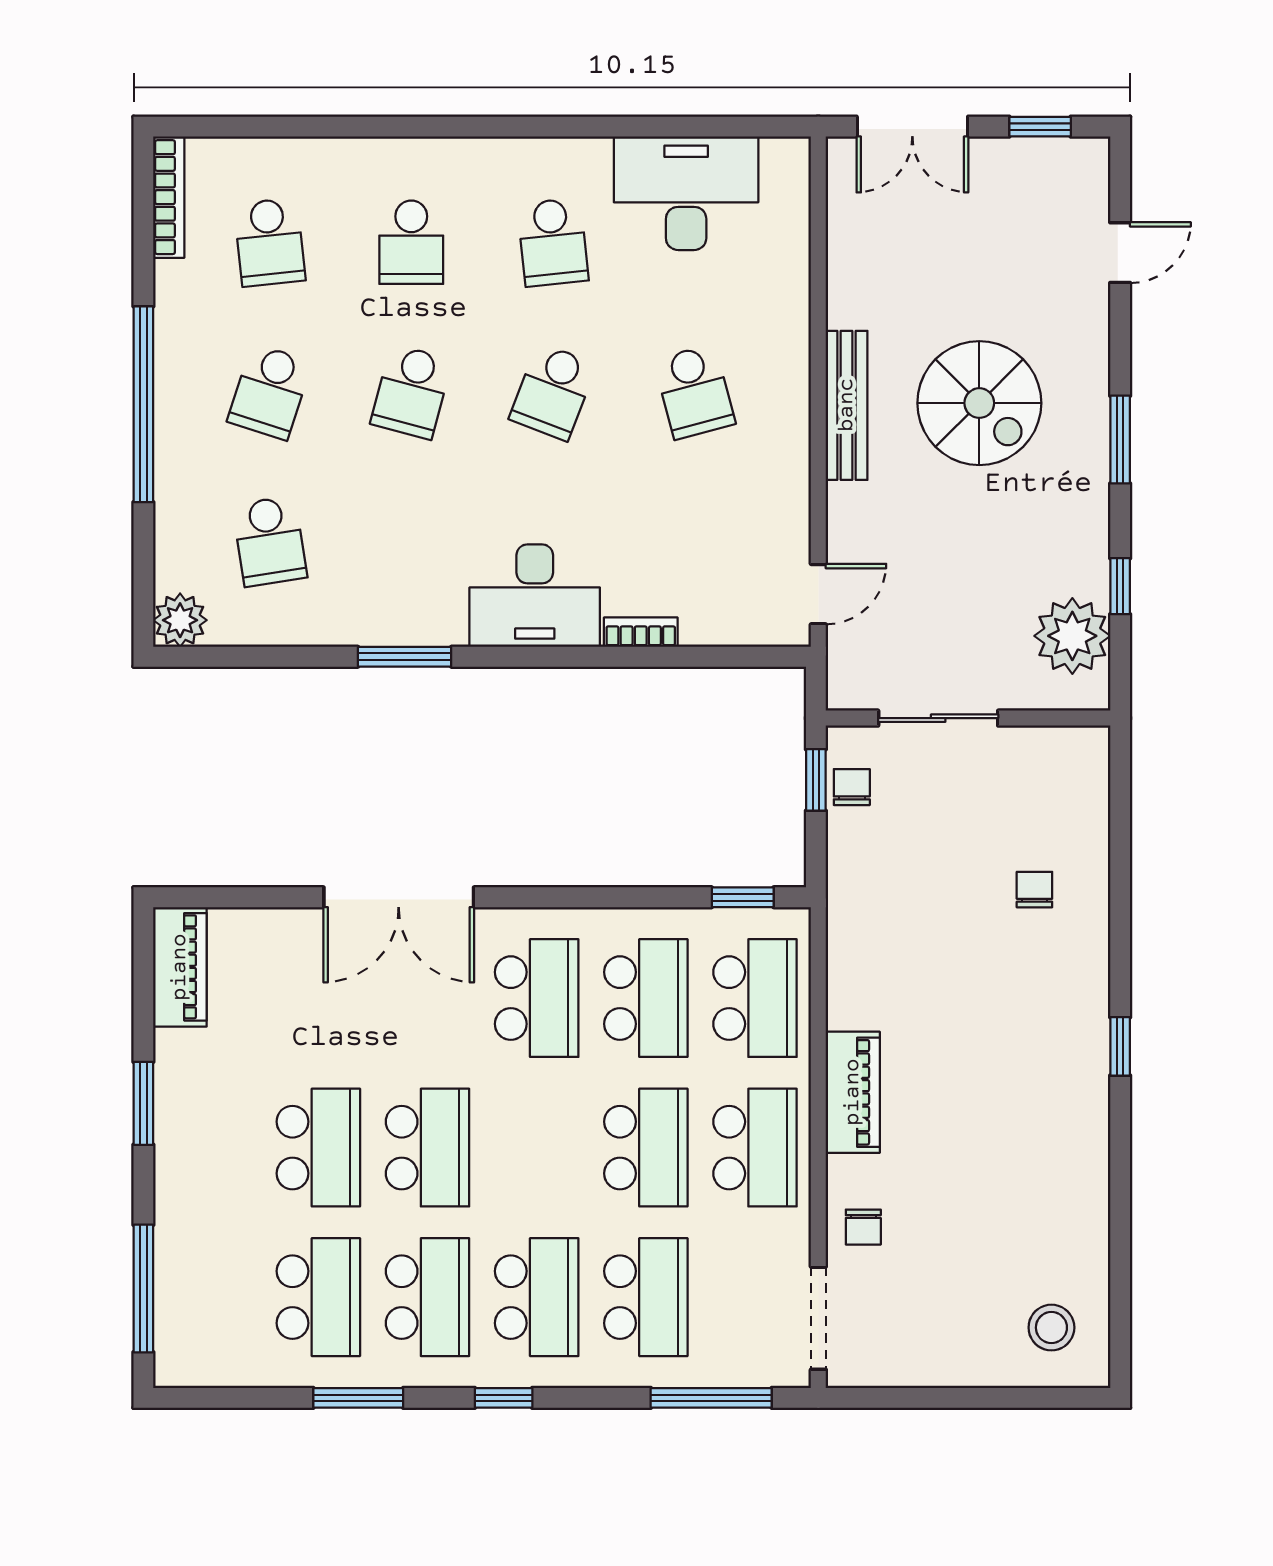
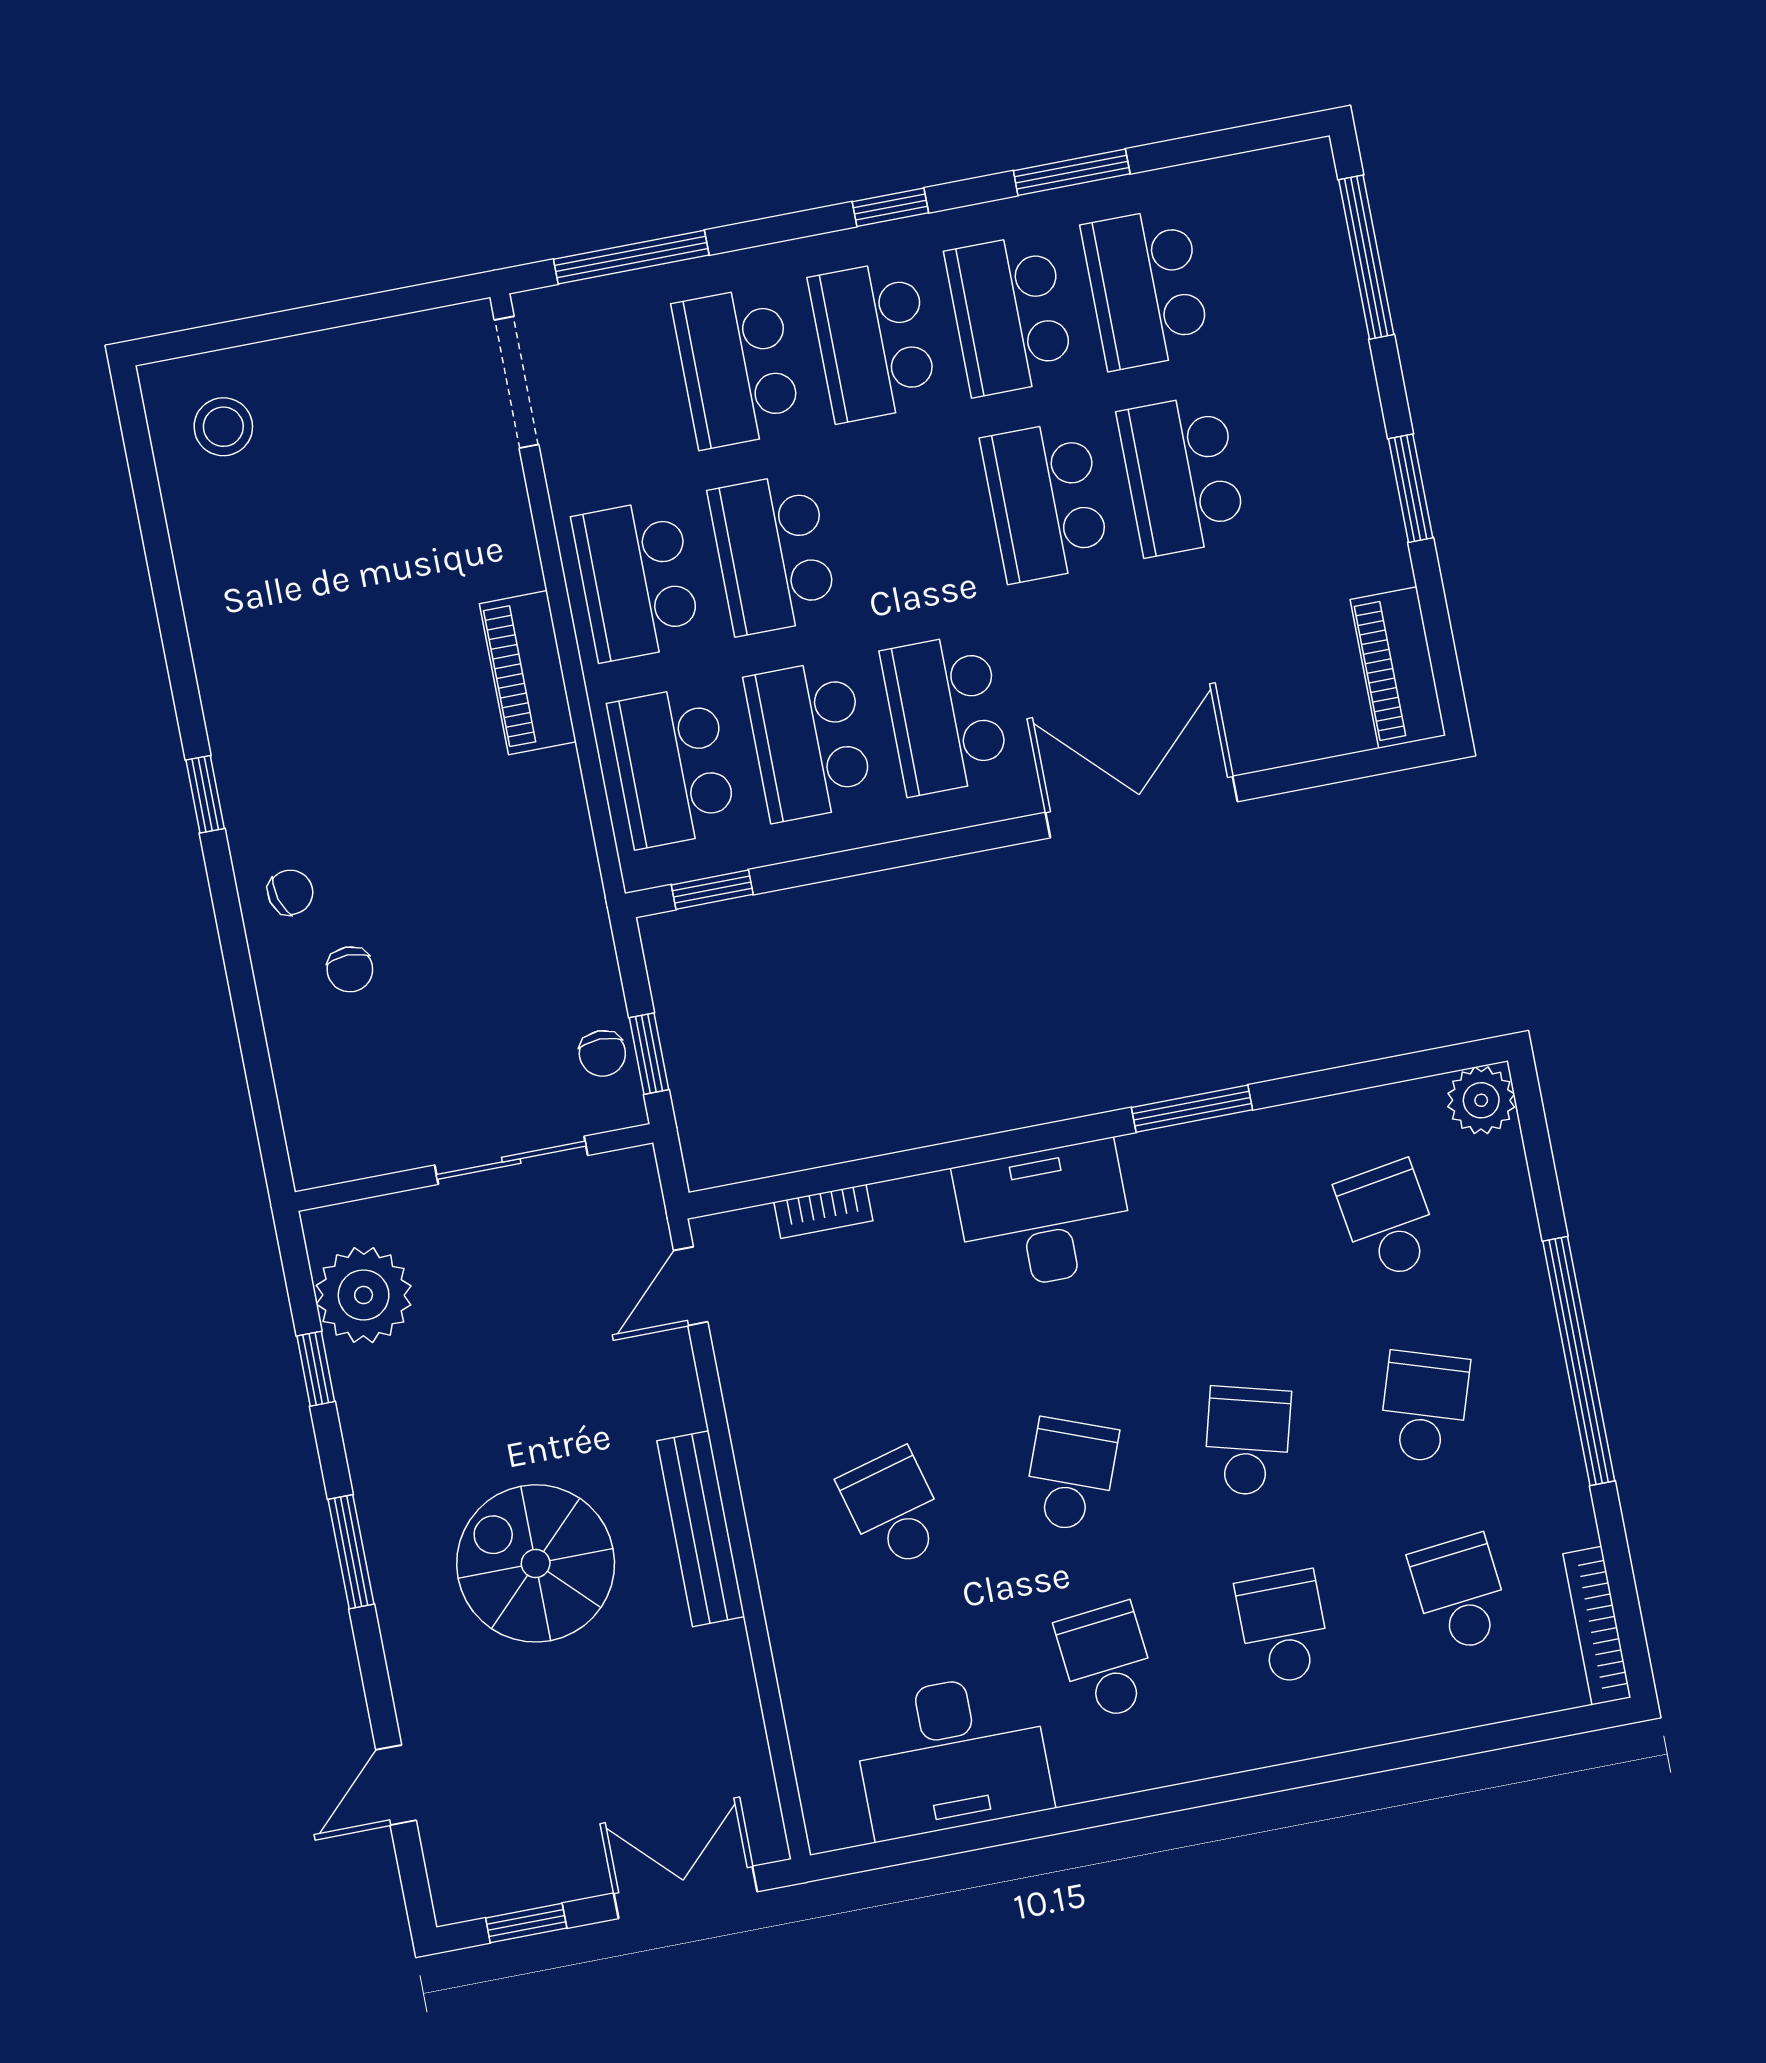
bookcase: (641, 632) -> (823, 1211), moved
chair: (863, 1227) -> (290, 892), moved, turned 74

